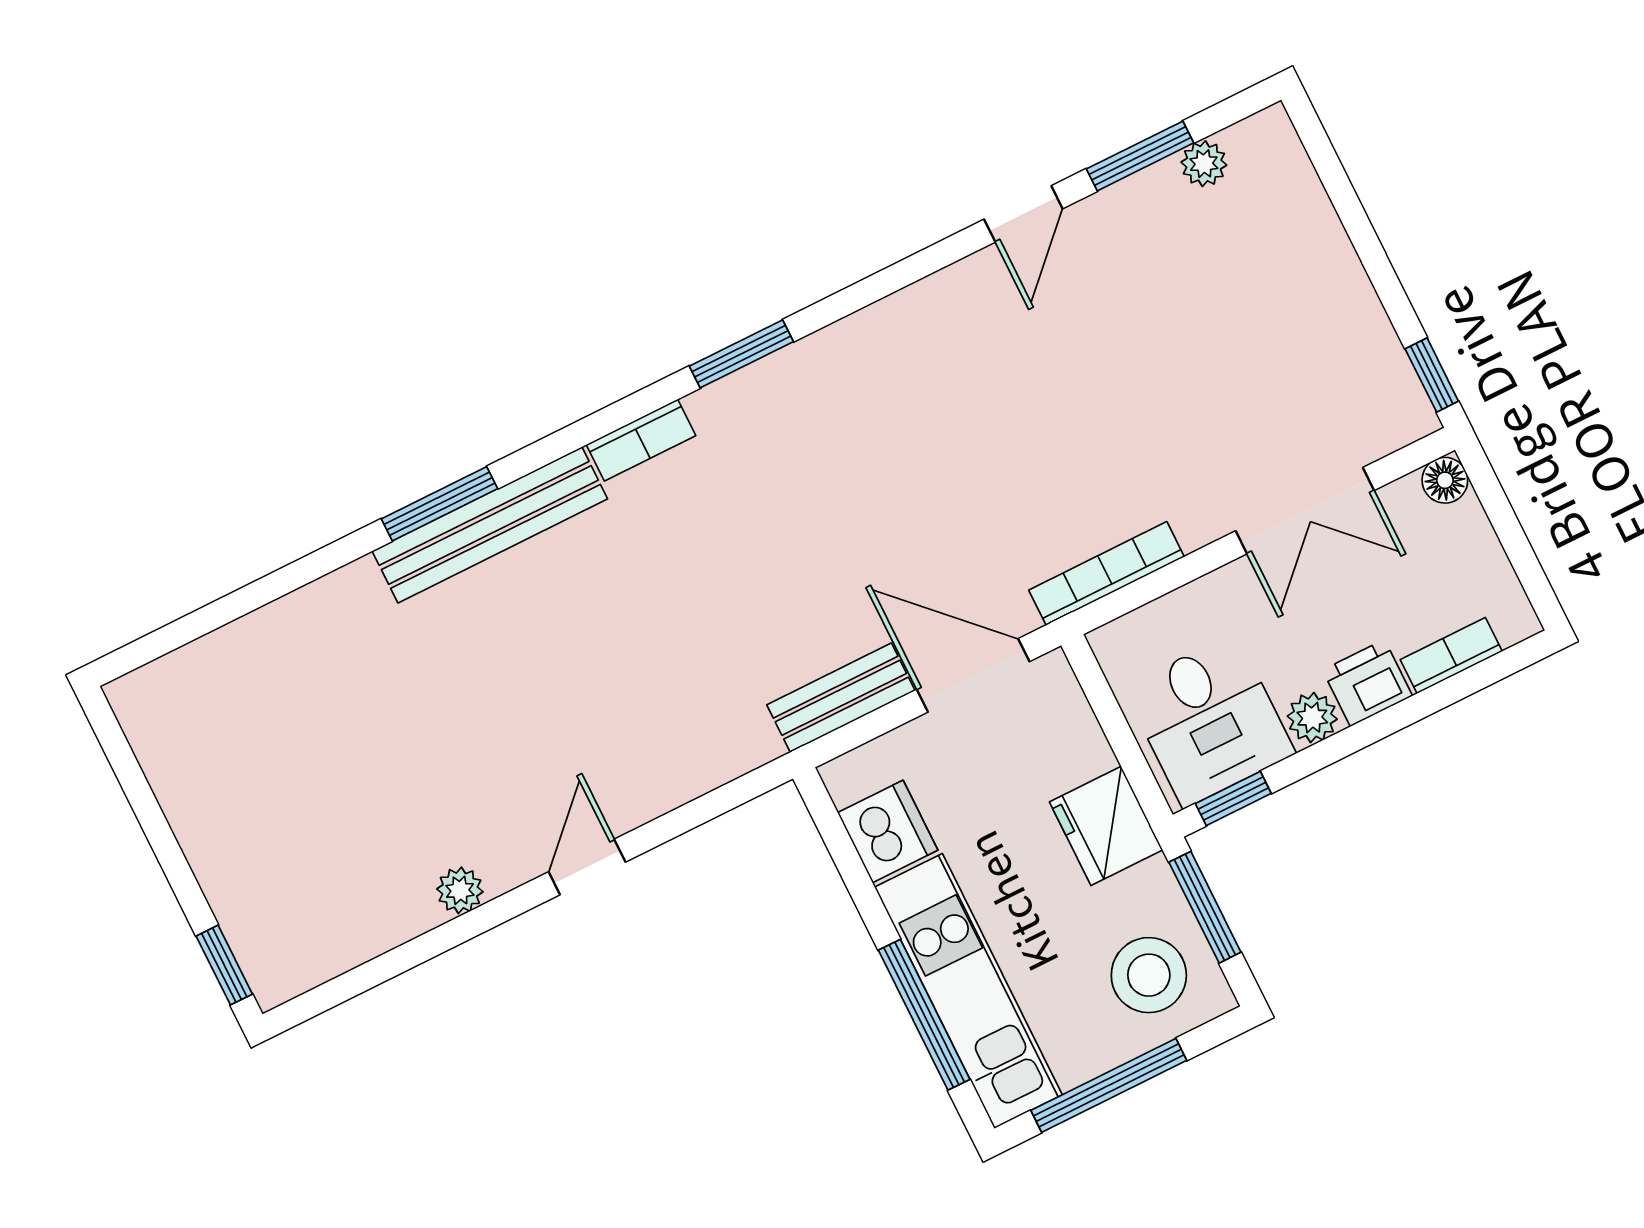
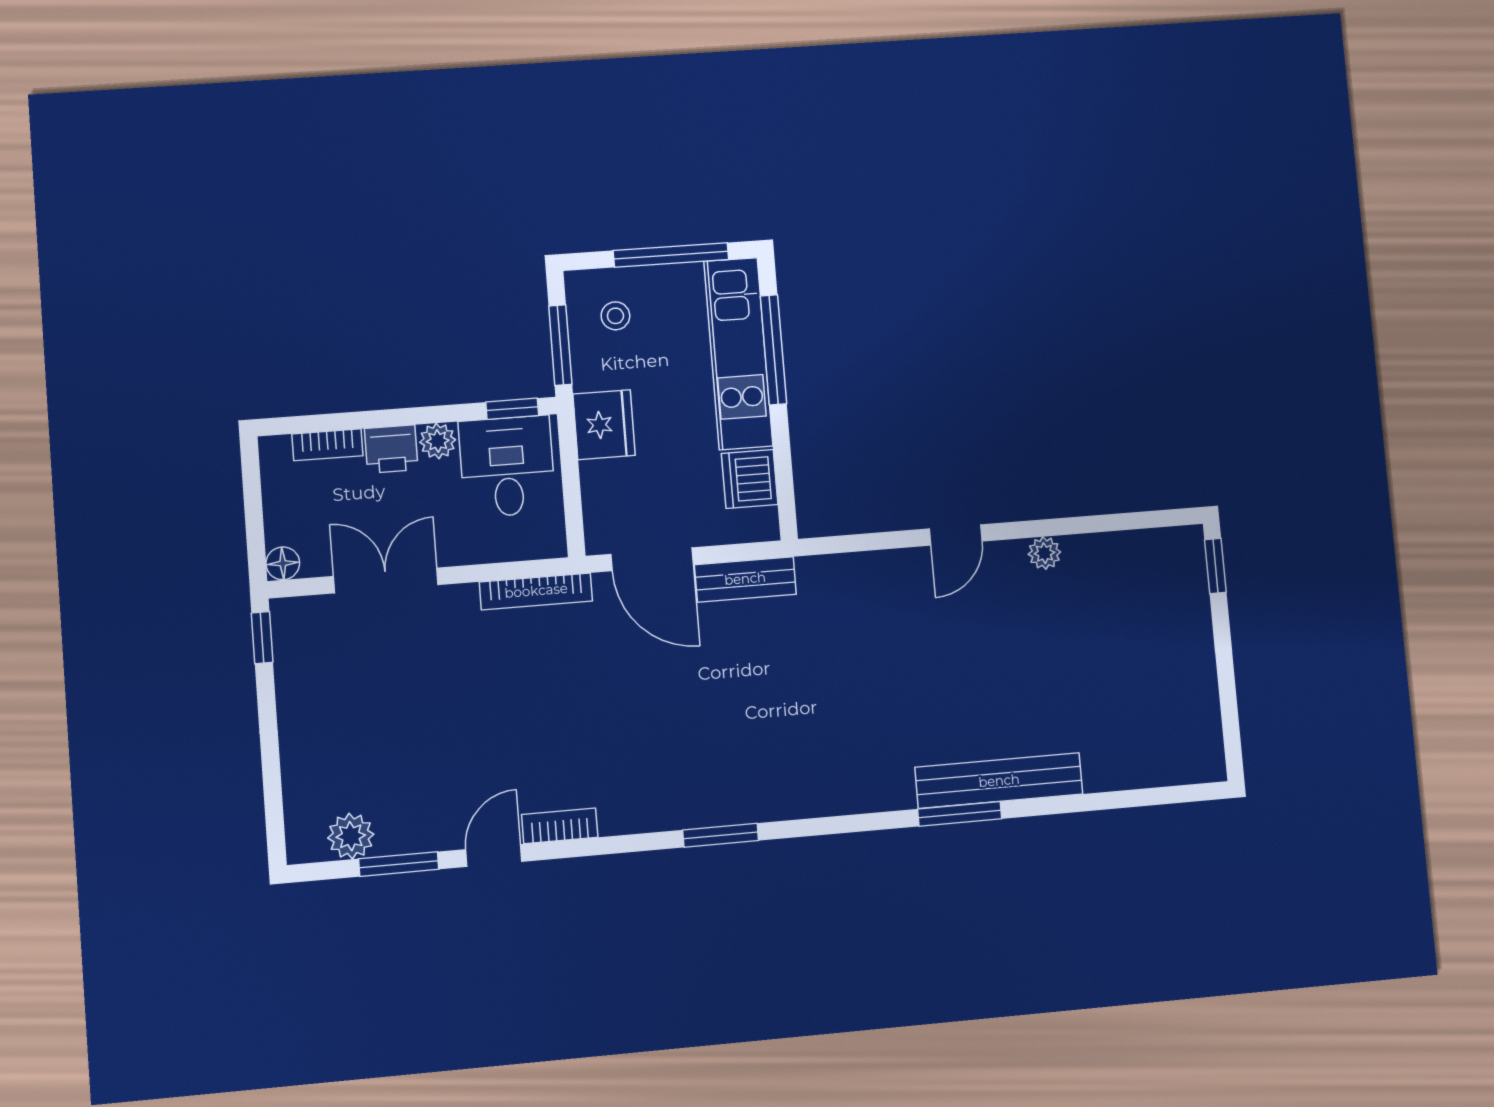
plant: (1204, 164) -> (351, 836), width x1.38, depth x1.38
bookcase: (641, 440) -> (560, 826), moved
bench: (490, 525) -> (999, 781), moved
stool: (1149, 975) -> (615, 316), width x0.53, depth x0.53

